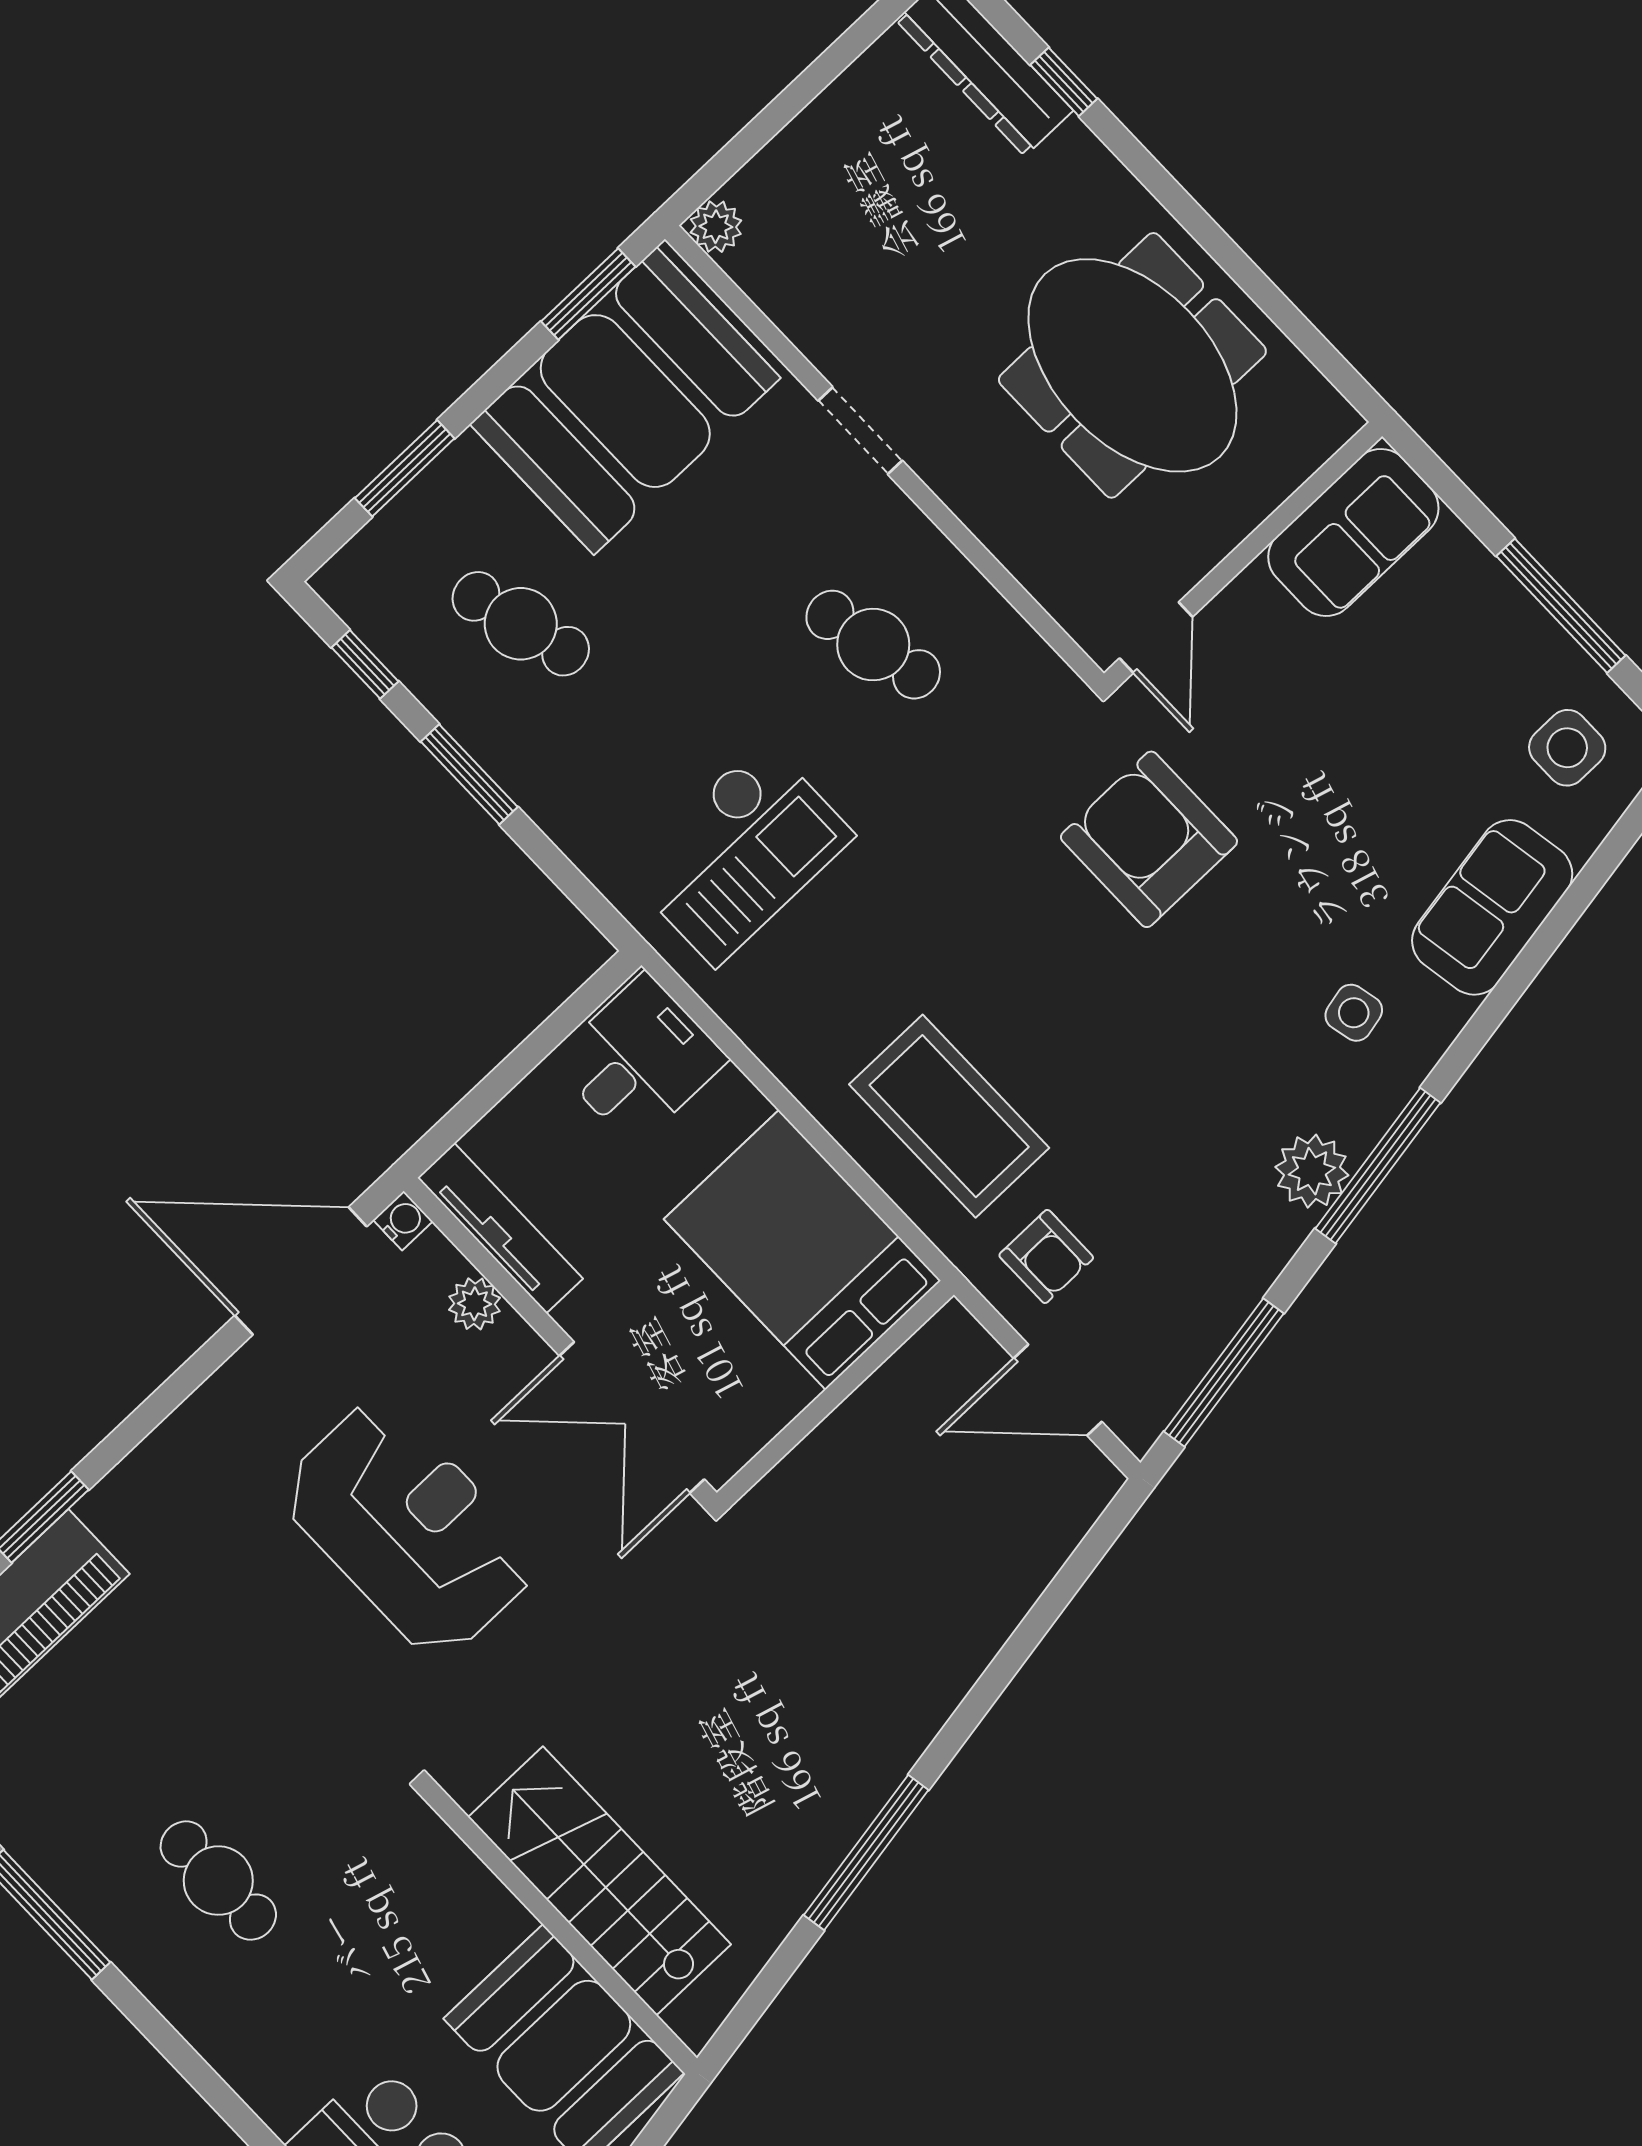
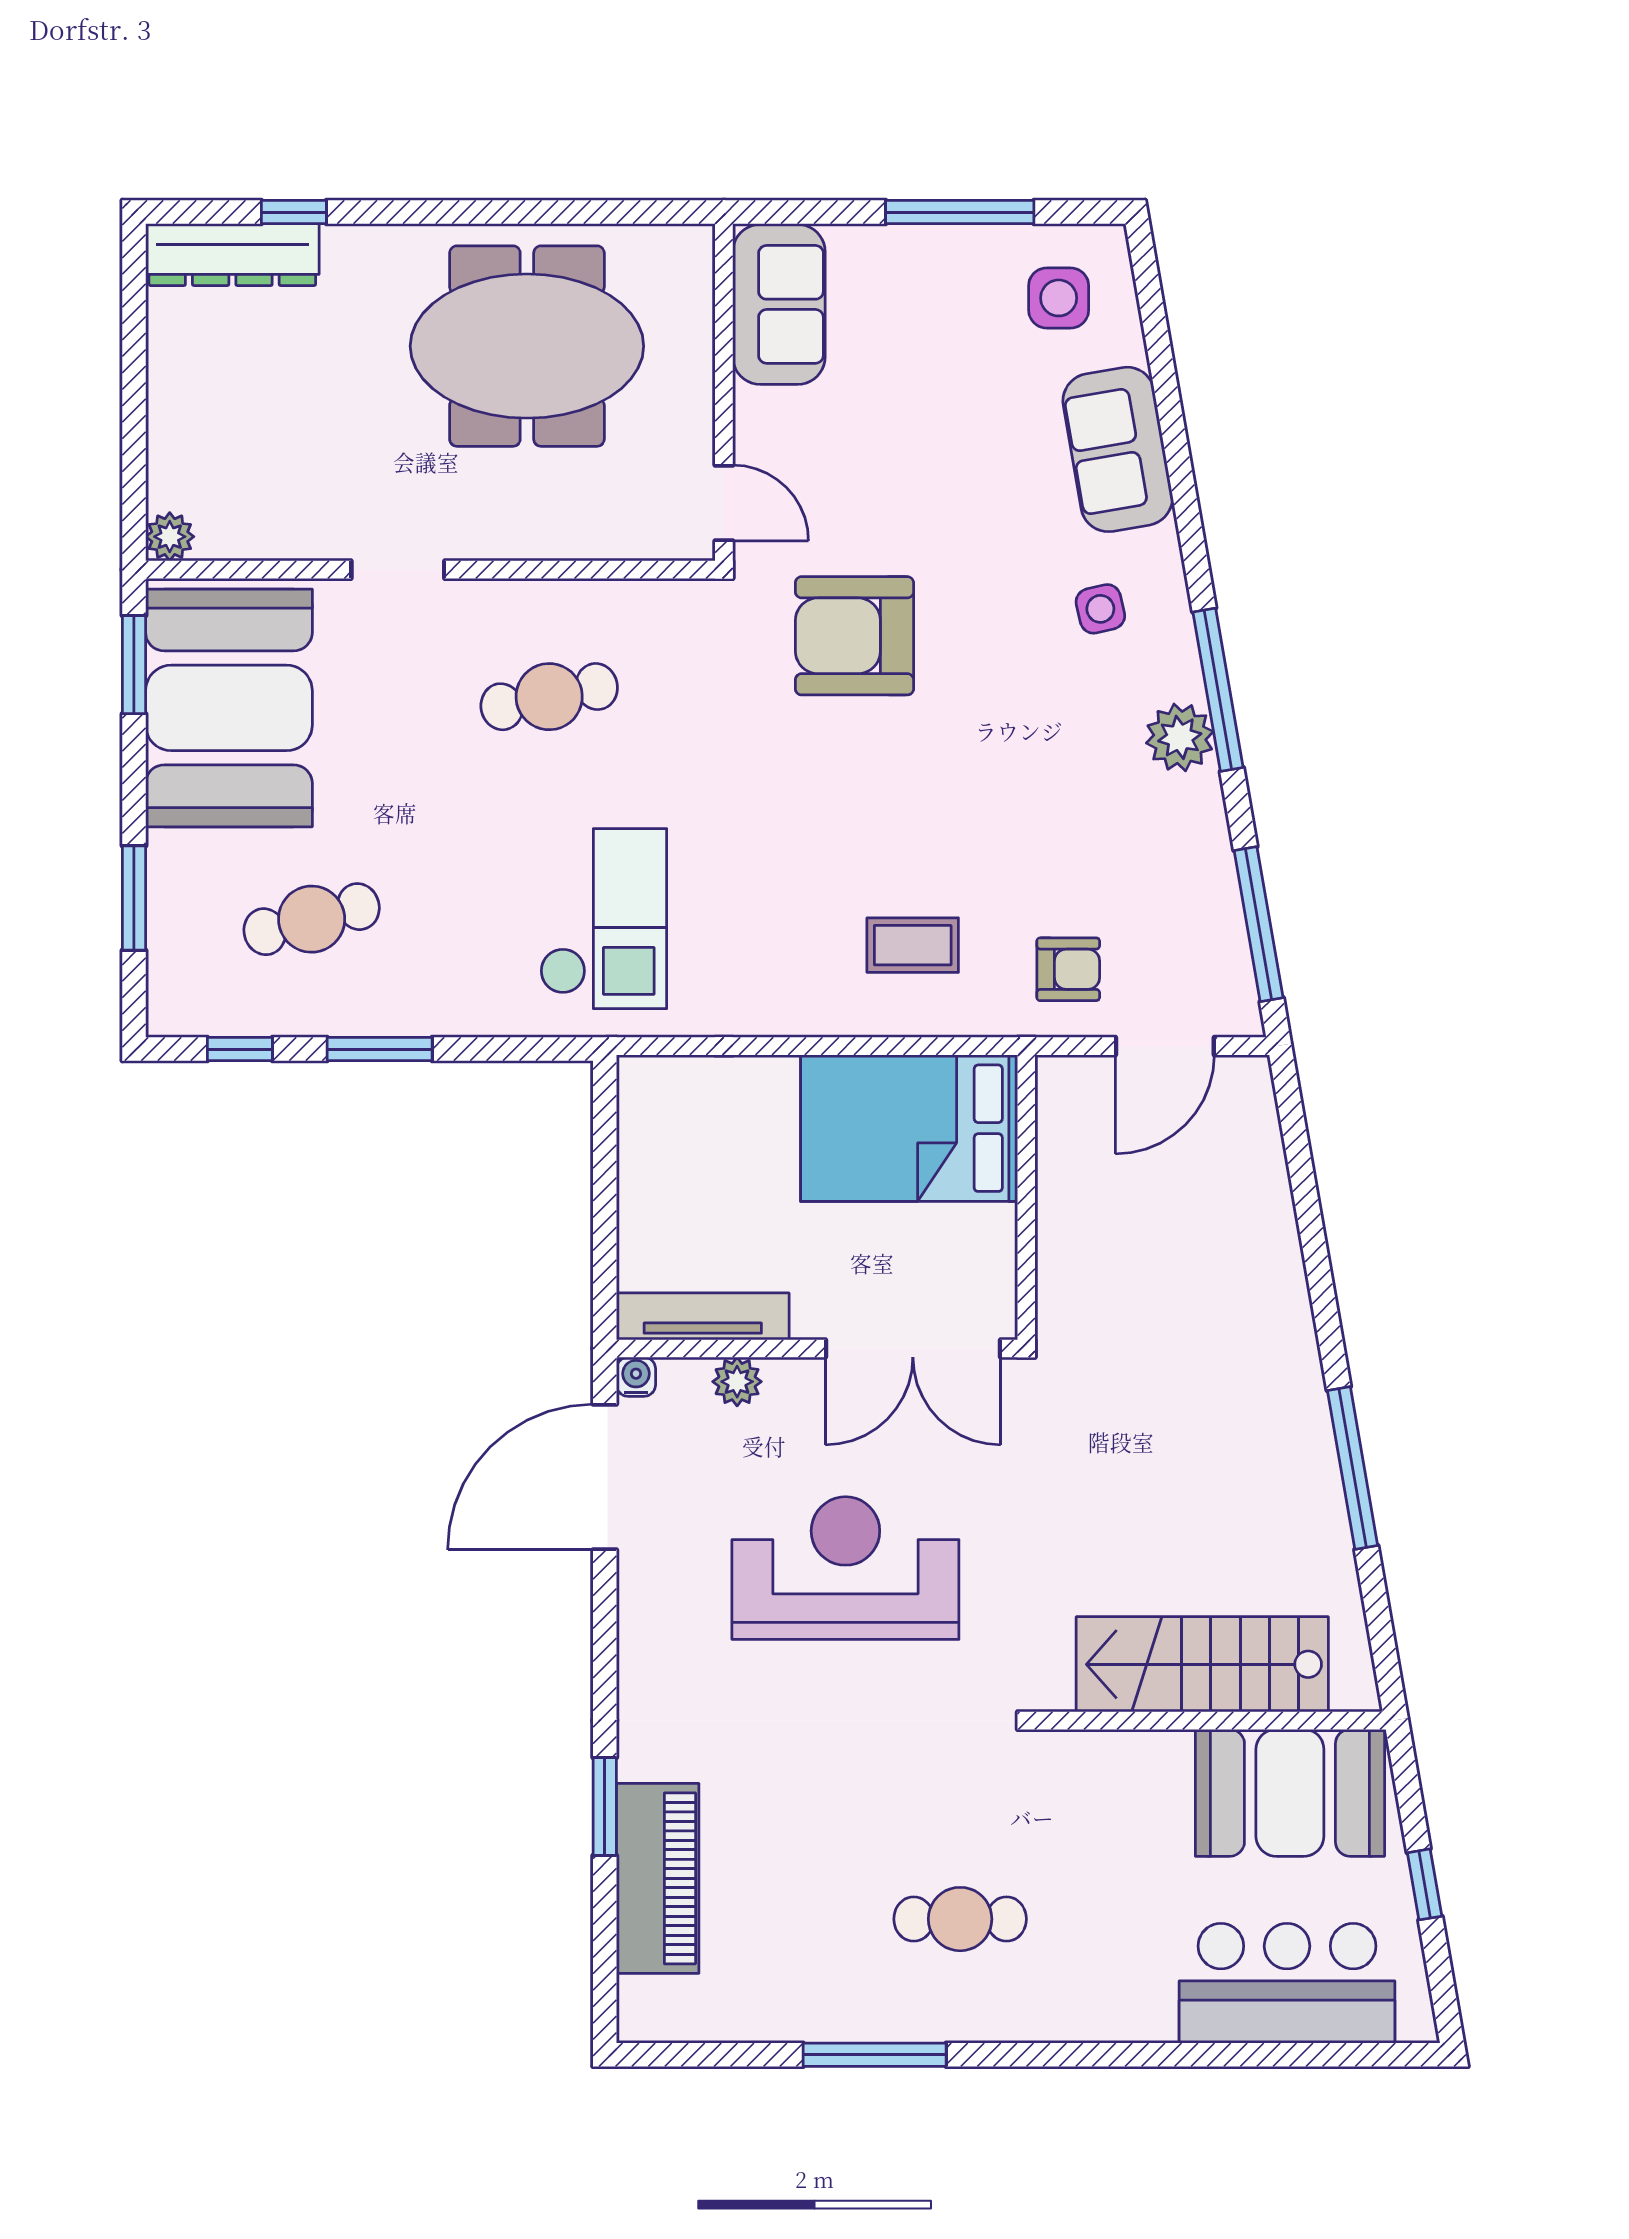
desk: (639, 1060) -> (679, 1117), removed
coffee table: (949, 1116) -> (913, 945), width x0.54, depth x0.58

